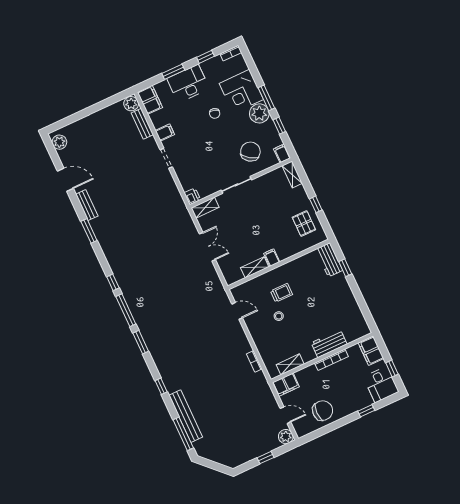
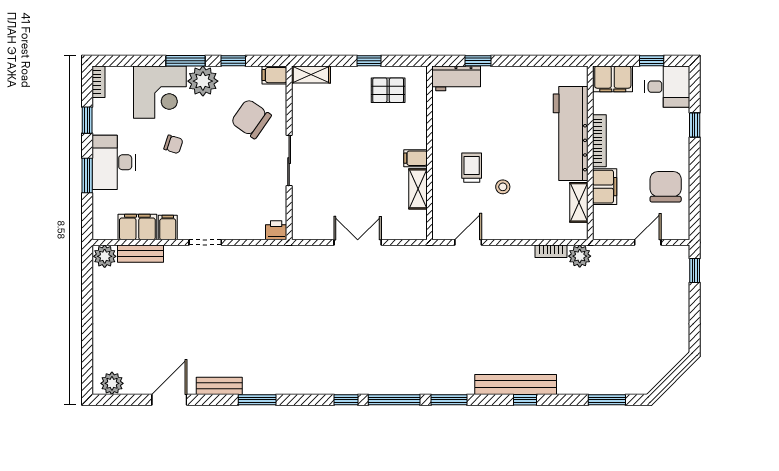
filing cabinet: (150, 100) -> (137, 227), moved
shelving: (205, 208) -> (301, 220), removed
workbench: (329, 343) -> (571, 134), width x1.88, depth x1.32
filing cabinet: (286, 385) -> (605, 187), moved
bench: (186, 416) -> (516, 384), moved
window: (183, 434) -> (607, 400), width x0.69
plant: (286, 437) -> (580, 256), moved
window: (265, 458) -> (695, 270), moved

